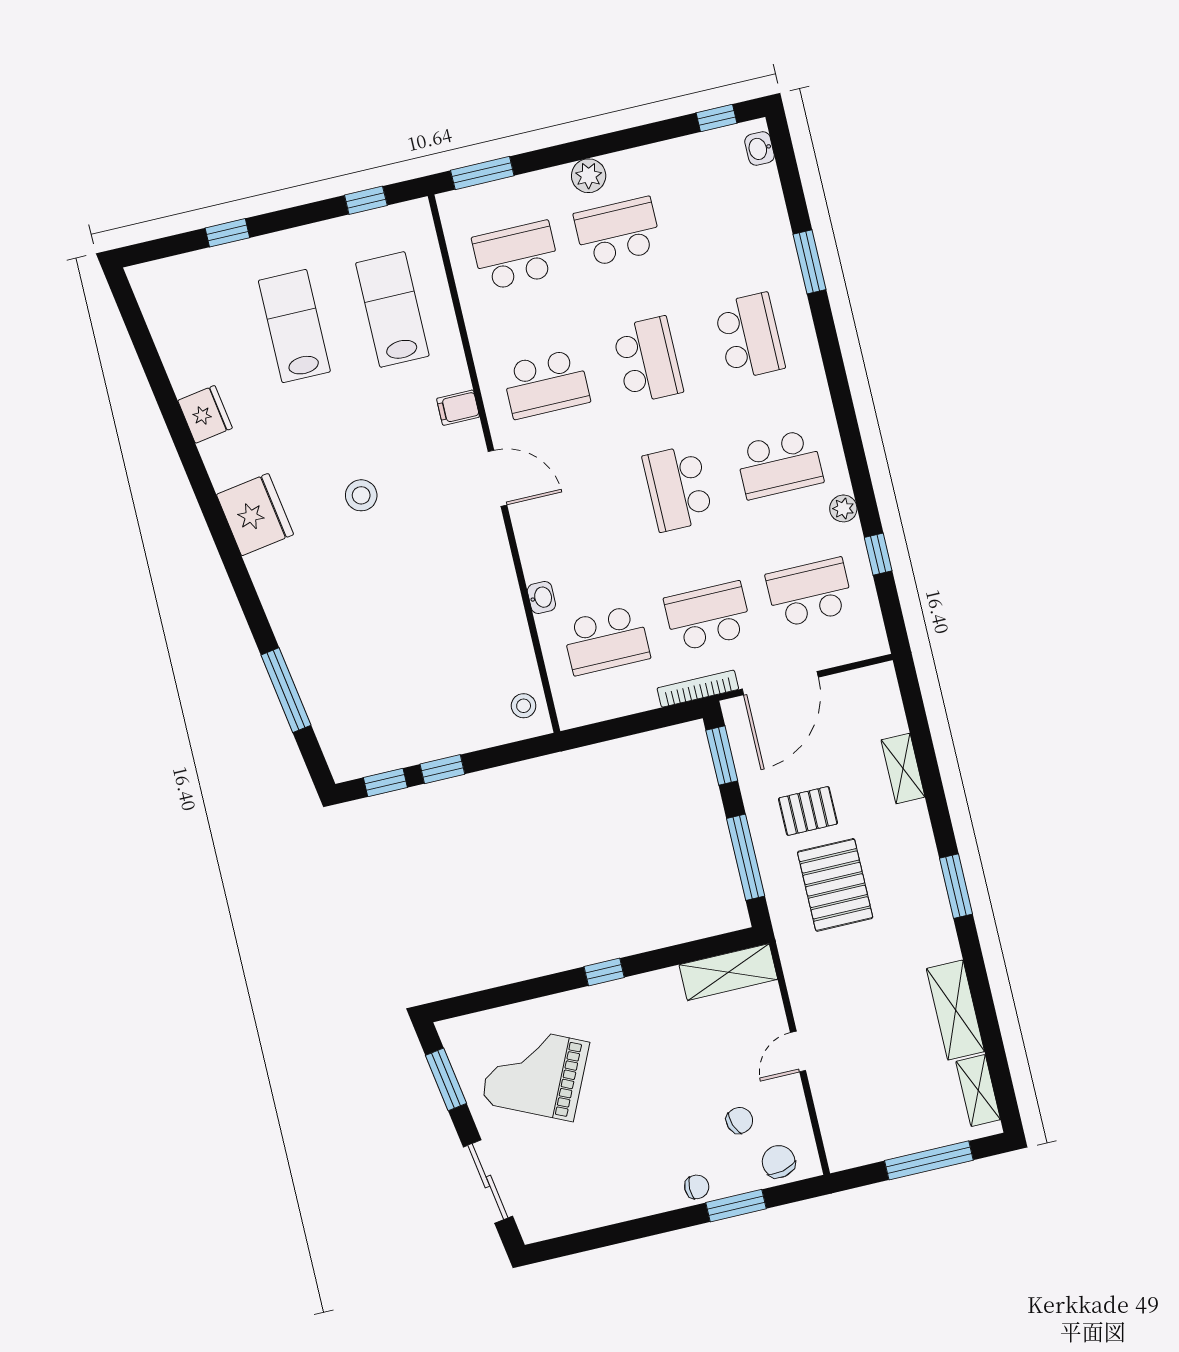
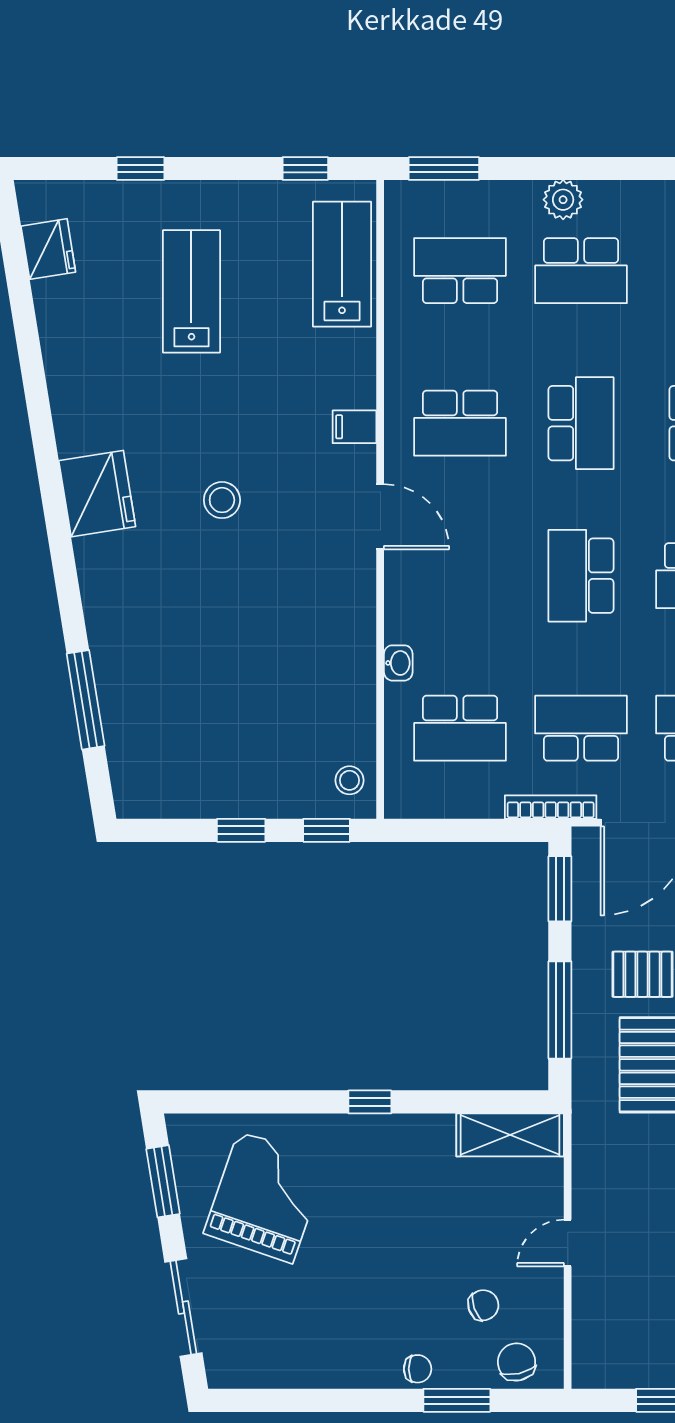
school desk: (618, 232) -> (581, 271), turned 180
lab bench: (392, 309) -> (342, 264), moved
fridge: (205, 414) -> (48, 249), moved
window: (385, 782) -> (327, 830), moved
grand piano: (535, 1072) -> (266, 1197), turned 84

